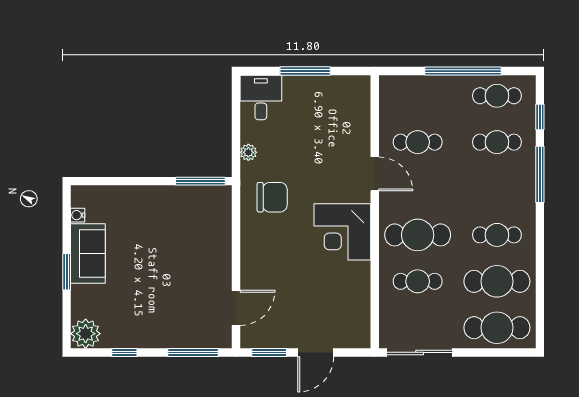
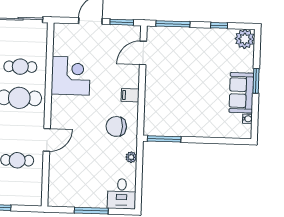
door: (375, 174) -> (47, 140), swing flipped
corner desk: (342, 232) -> (71, 76), moved
filing cabinet: (253, 244) -> (130, 95), added

